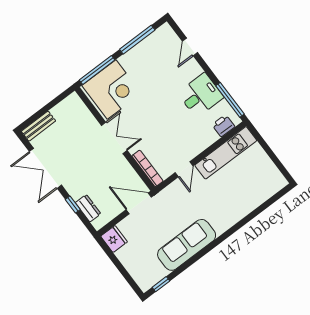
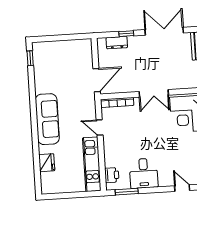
window: (230, 100) -> (127, 192), width x0.69
fridge: (114, 239) -> (47, 163), moved, turned -90
sofa: (187, 245) -> (47, 119), moved

